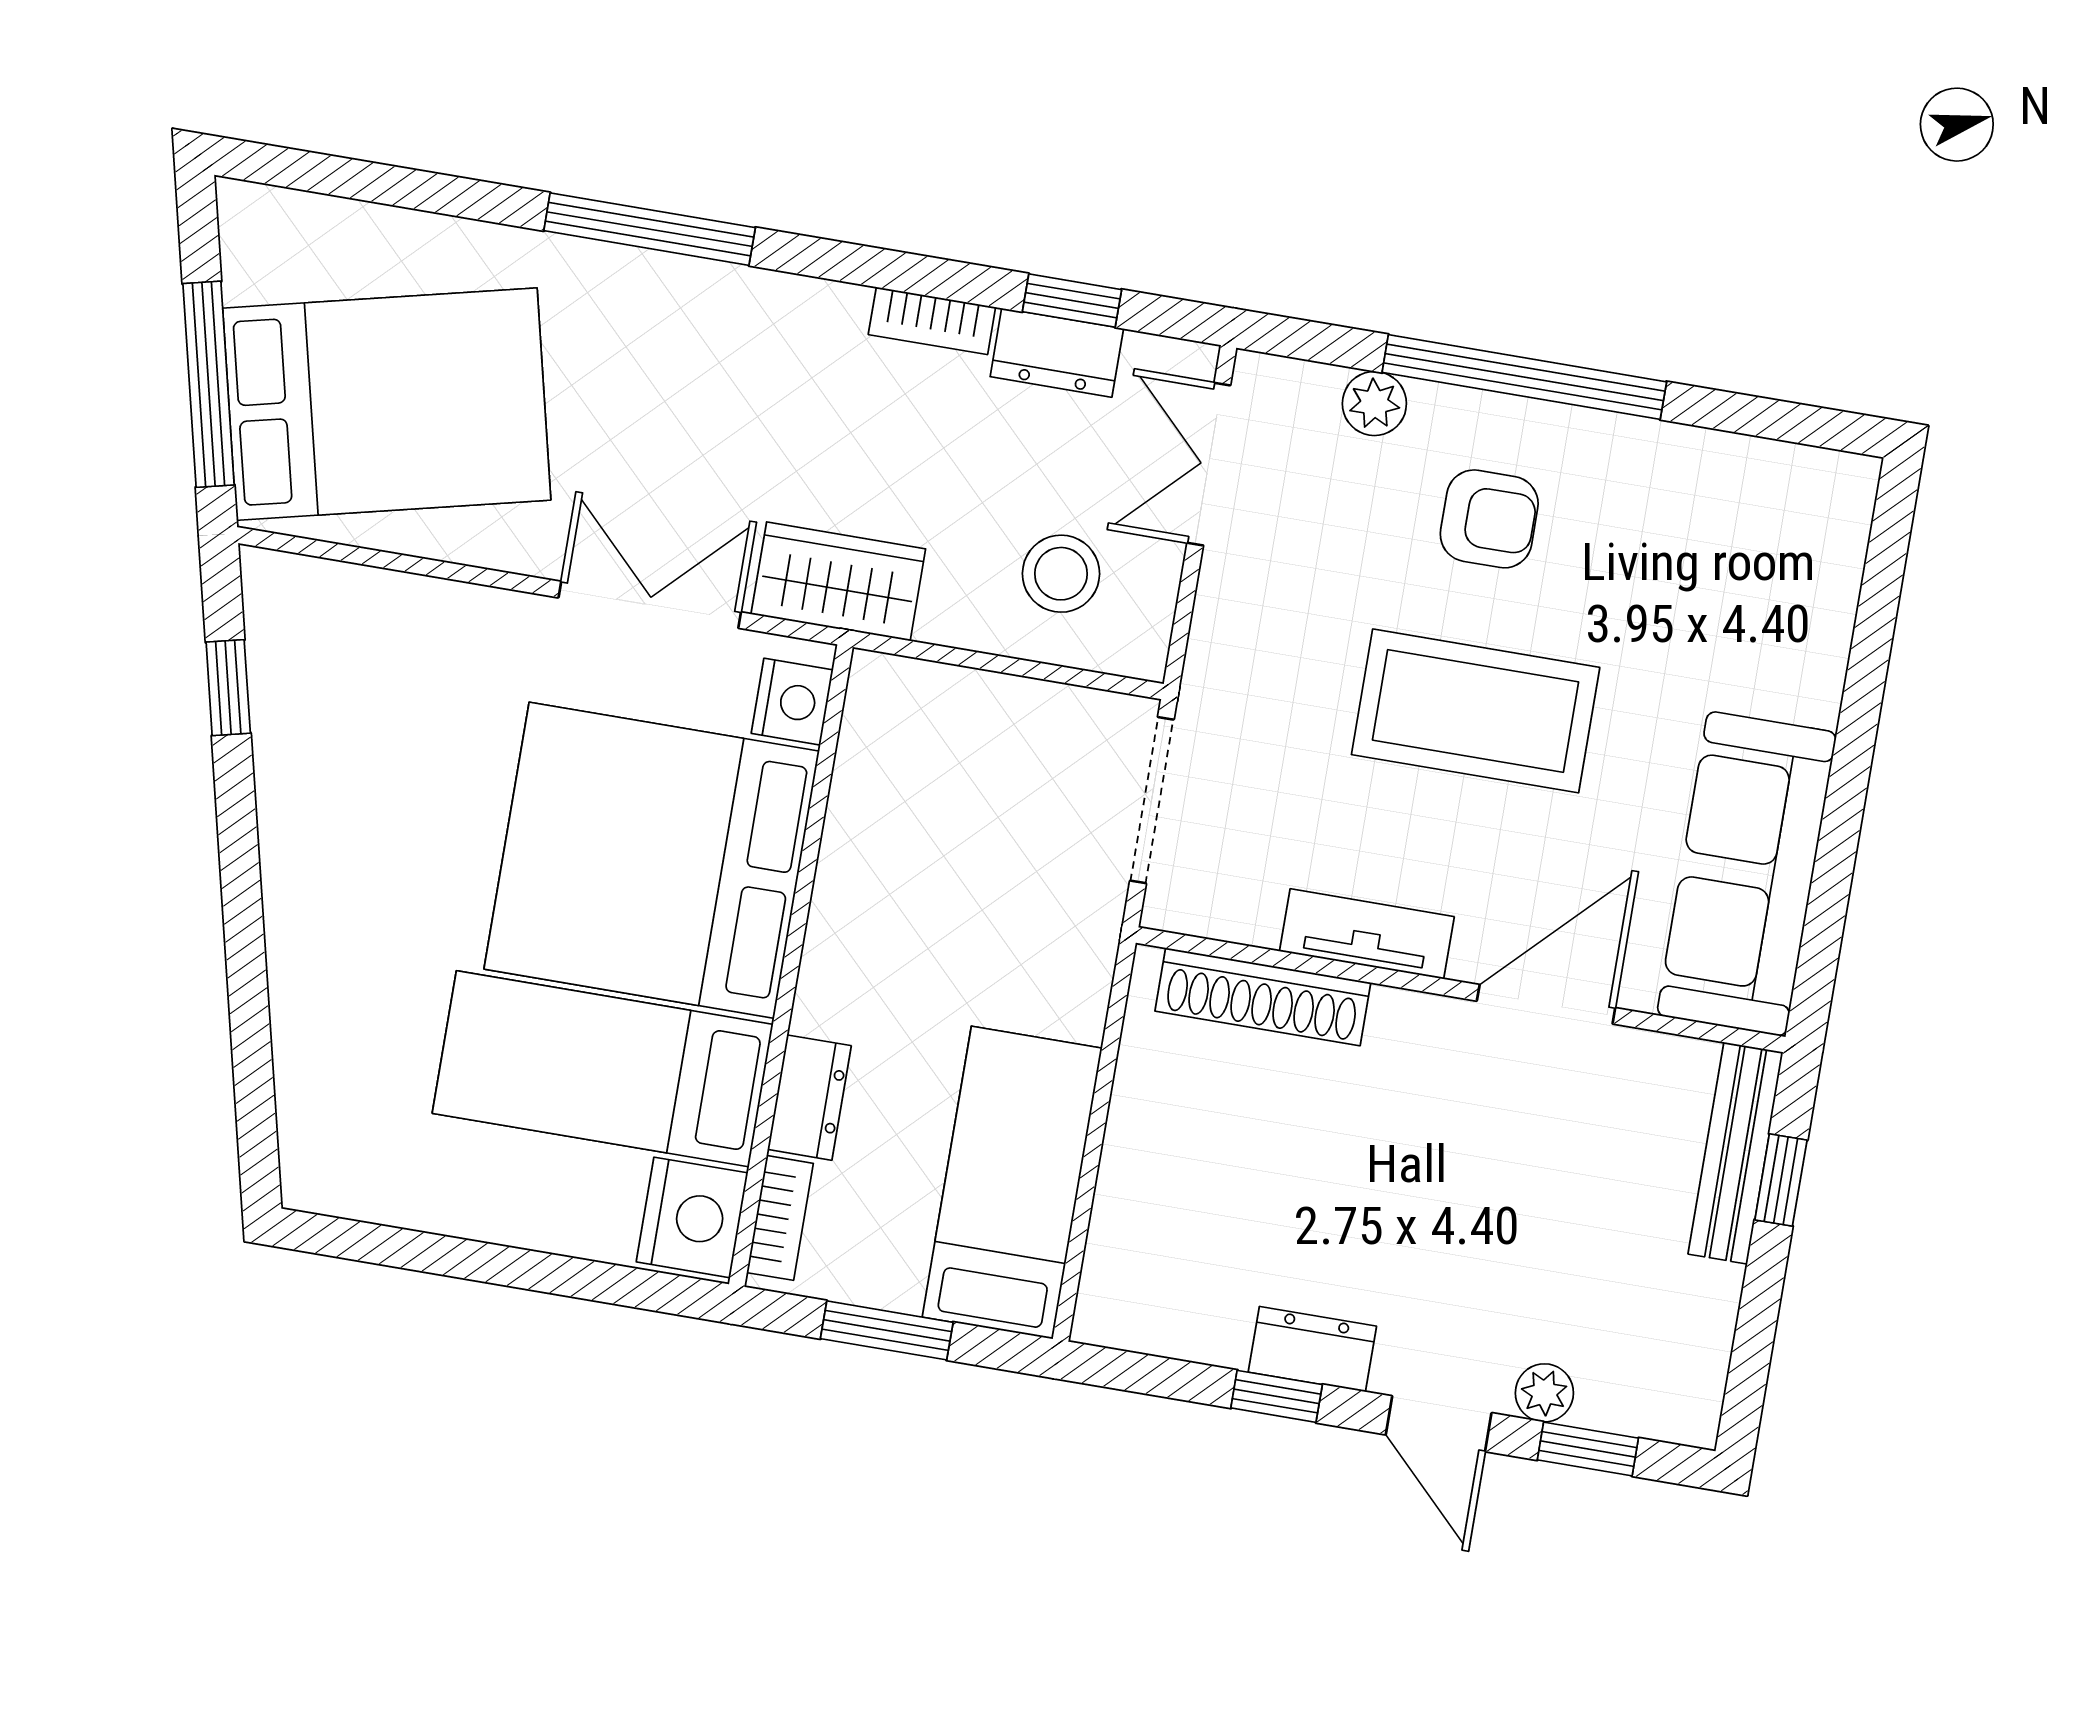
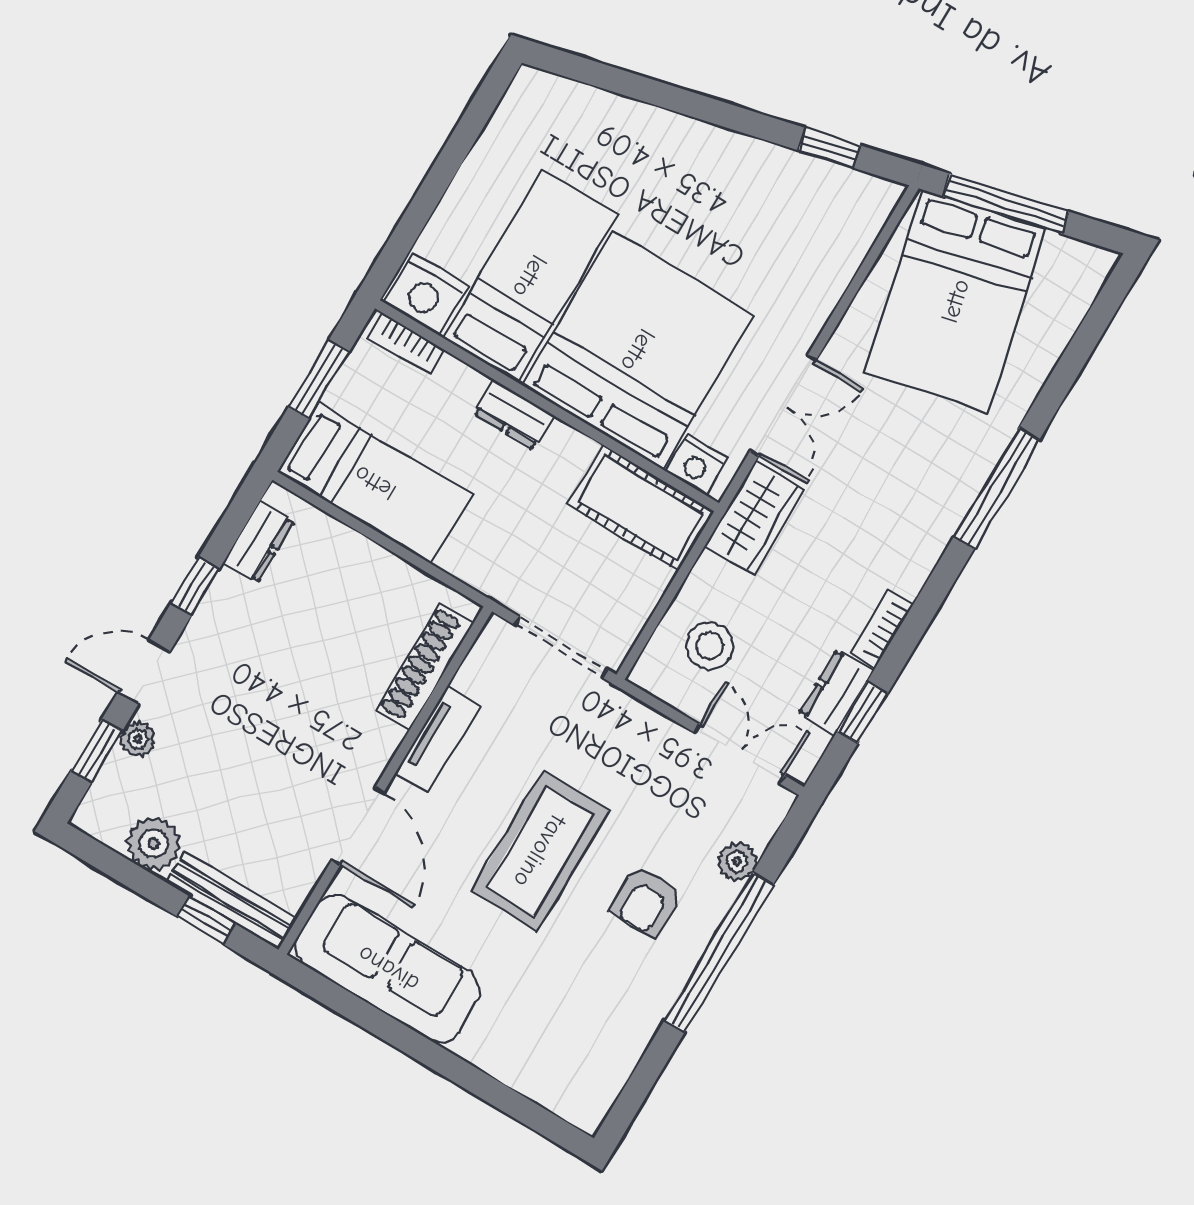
cot: (891, 762) -> (641, 508), added
dresser: (809, 1098) -> (514, 415), moved
plant: (1695, 1306) -> (154, 844), added
dresser: (1312, 1349) -> (259, 542), moved

